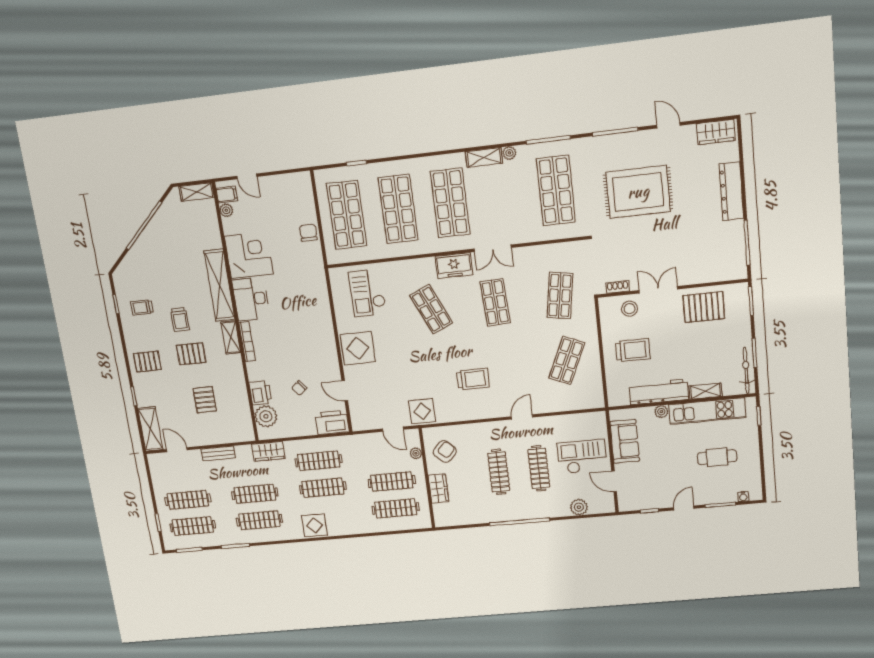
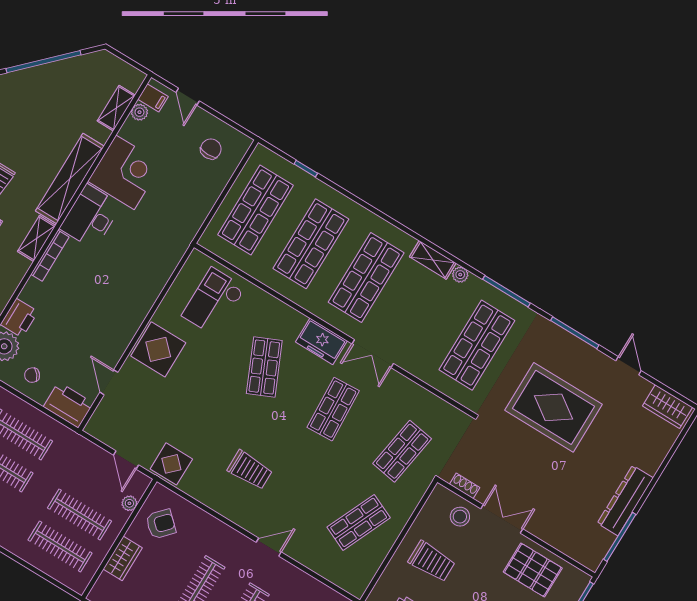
dresser: (731, 191) -> (625, 501), moved
shelving: (197, 192) -> (116, 108), moved, turned 90
chair: (308, 233) -> (211, 149), moved
chair: (299, 388) -> (32, 375), moved

